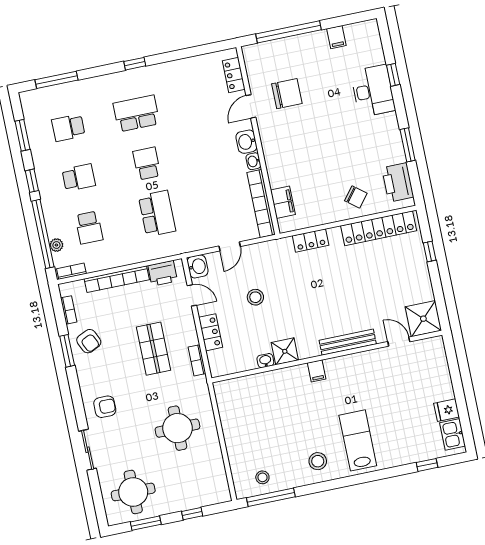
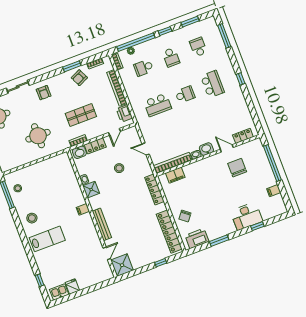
chair: (287, 94) -> (237, 168), turned 180
locker: (311, 240) -> (154, 189), width x1.53
washbasin: (198, 266) -> (79, 152), moved

